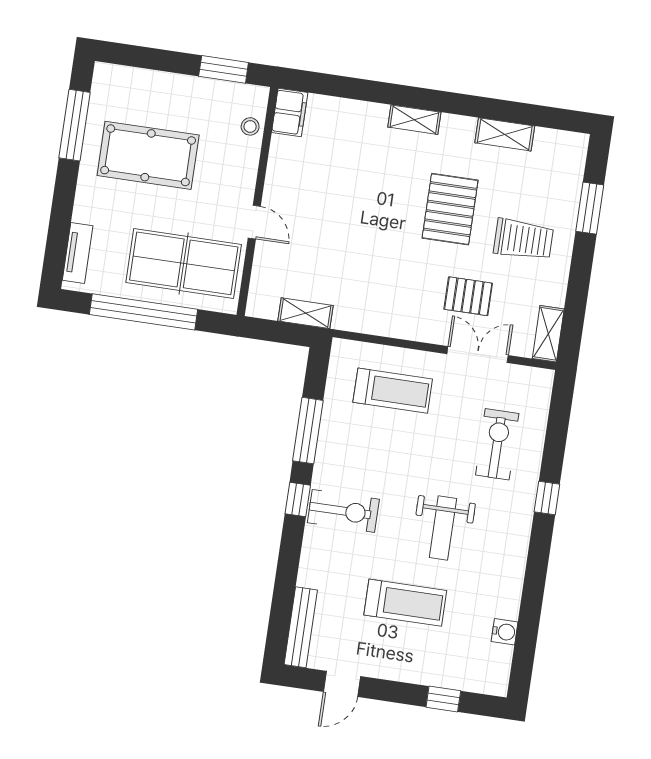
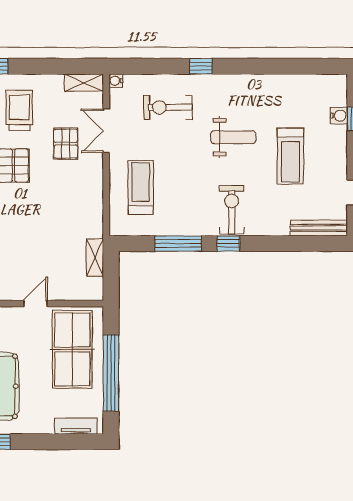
water cooler: (544, 378) -> (116, 81), added
treadmill: (405, 603) -> (290, 156), turned 180
water cooler: (505, 632) -> (339, 116), moved, turned 90

